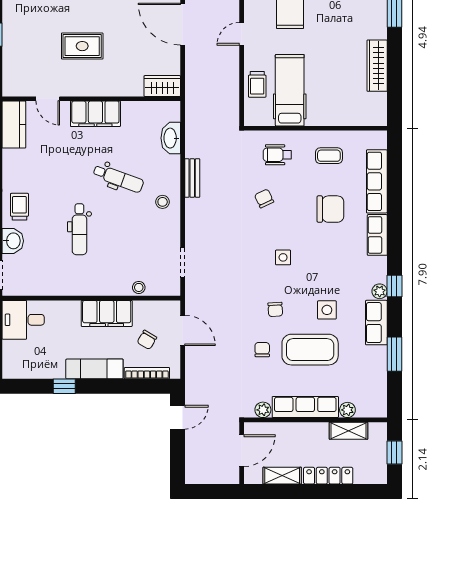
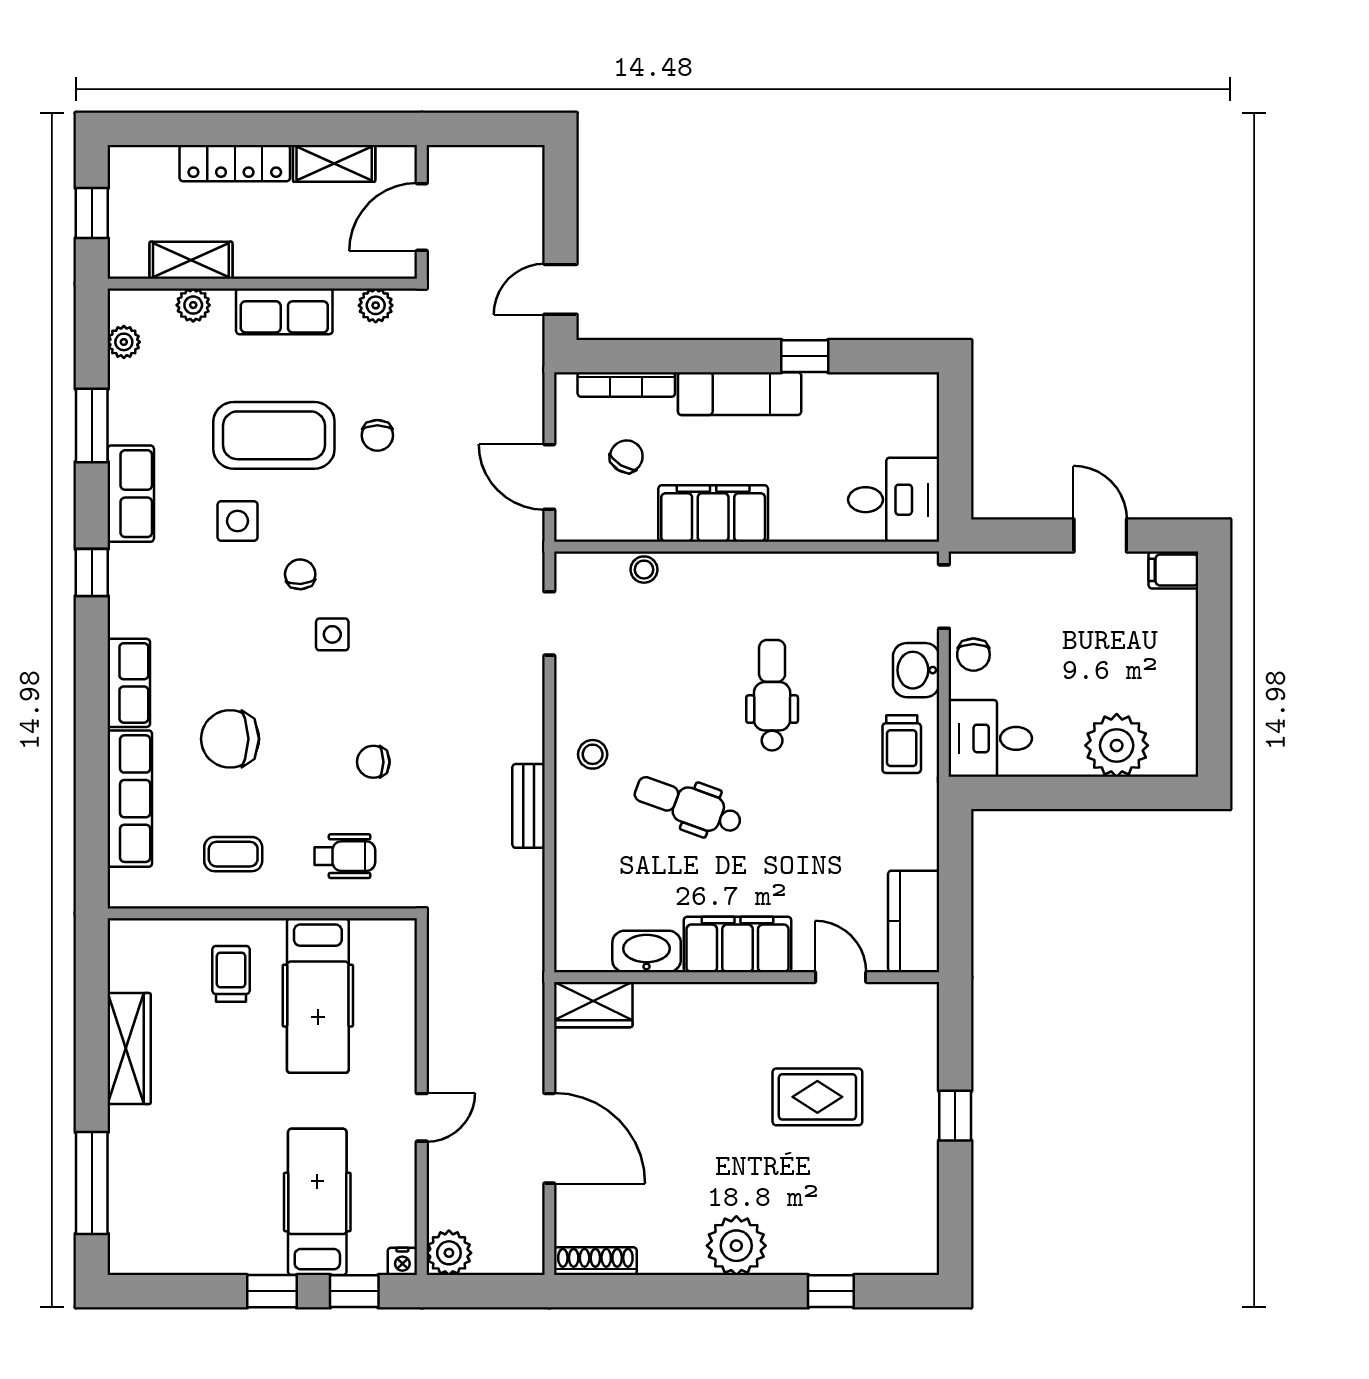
rug: (82, 46) -> (817, 1097), moved
trolley: (257, 84) -> (231, 974), moved
washbasin: (171, 138) -> (647, 951), moved, turned -90
chair: (264, 198) -> (373, 762), turned 115
plant: (380, 291) -> (124, 342), moved
chair: (275, 309) -> (300, 574), moved
row of seats: (305, 407) -> (284, 311), width x0.68

